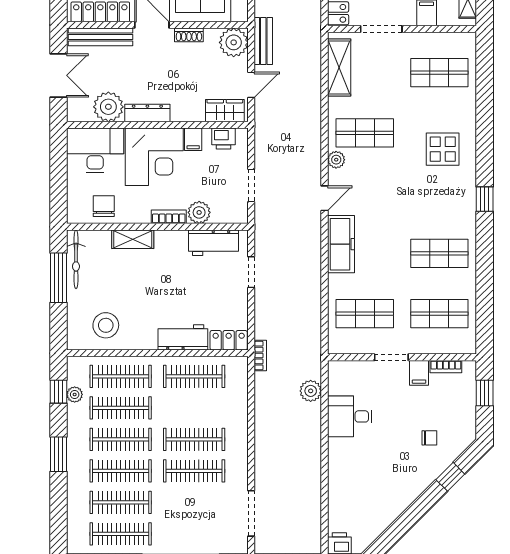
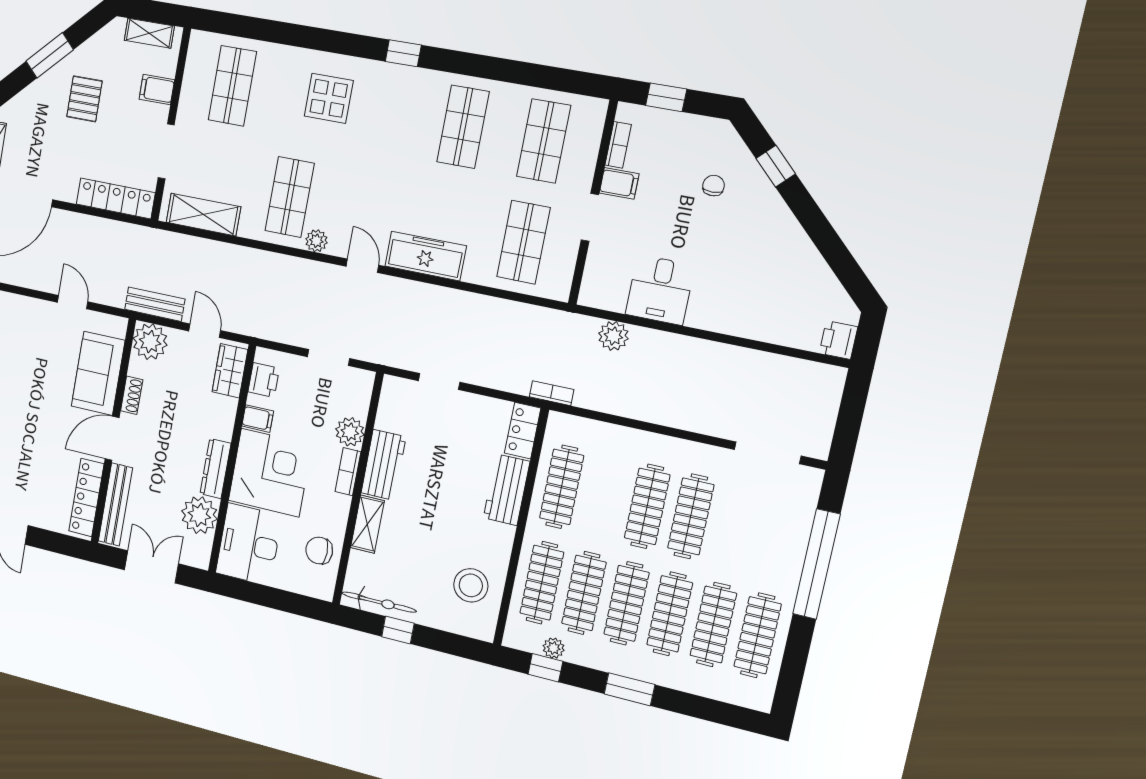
workbench: (214, 243) -> (383, 465), moved
window: (58, 278) -> (398, 630), width x0.46

